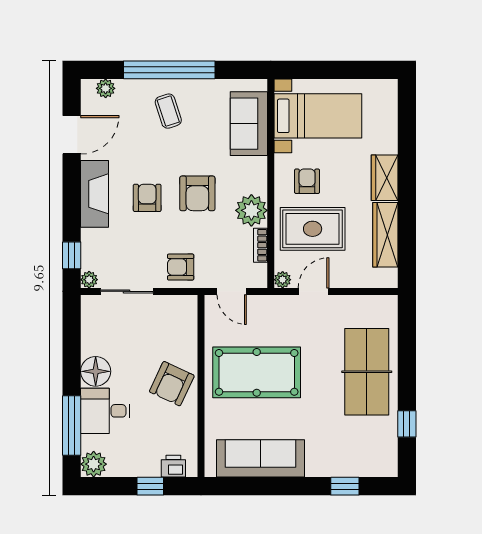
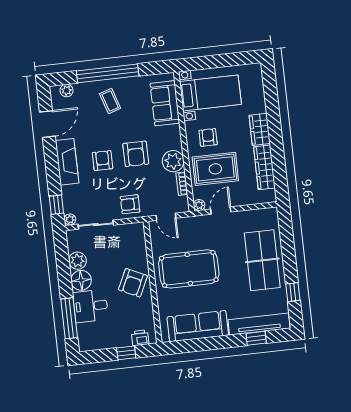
plant: (94, 464) -> (78, 261), moved
tv unit: (351, 465) -> (259, 324), added

